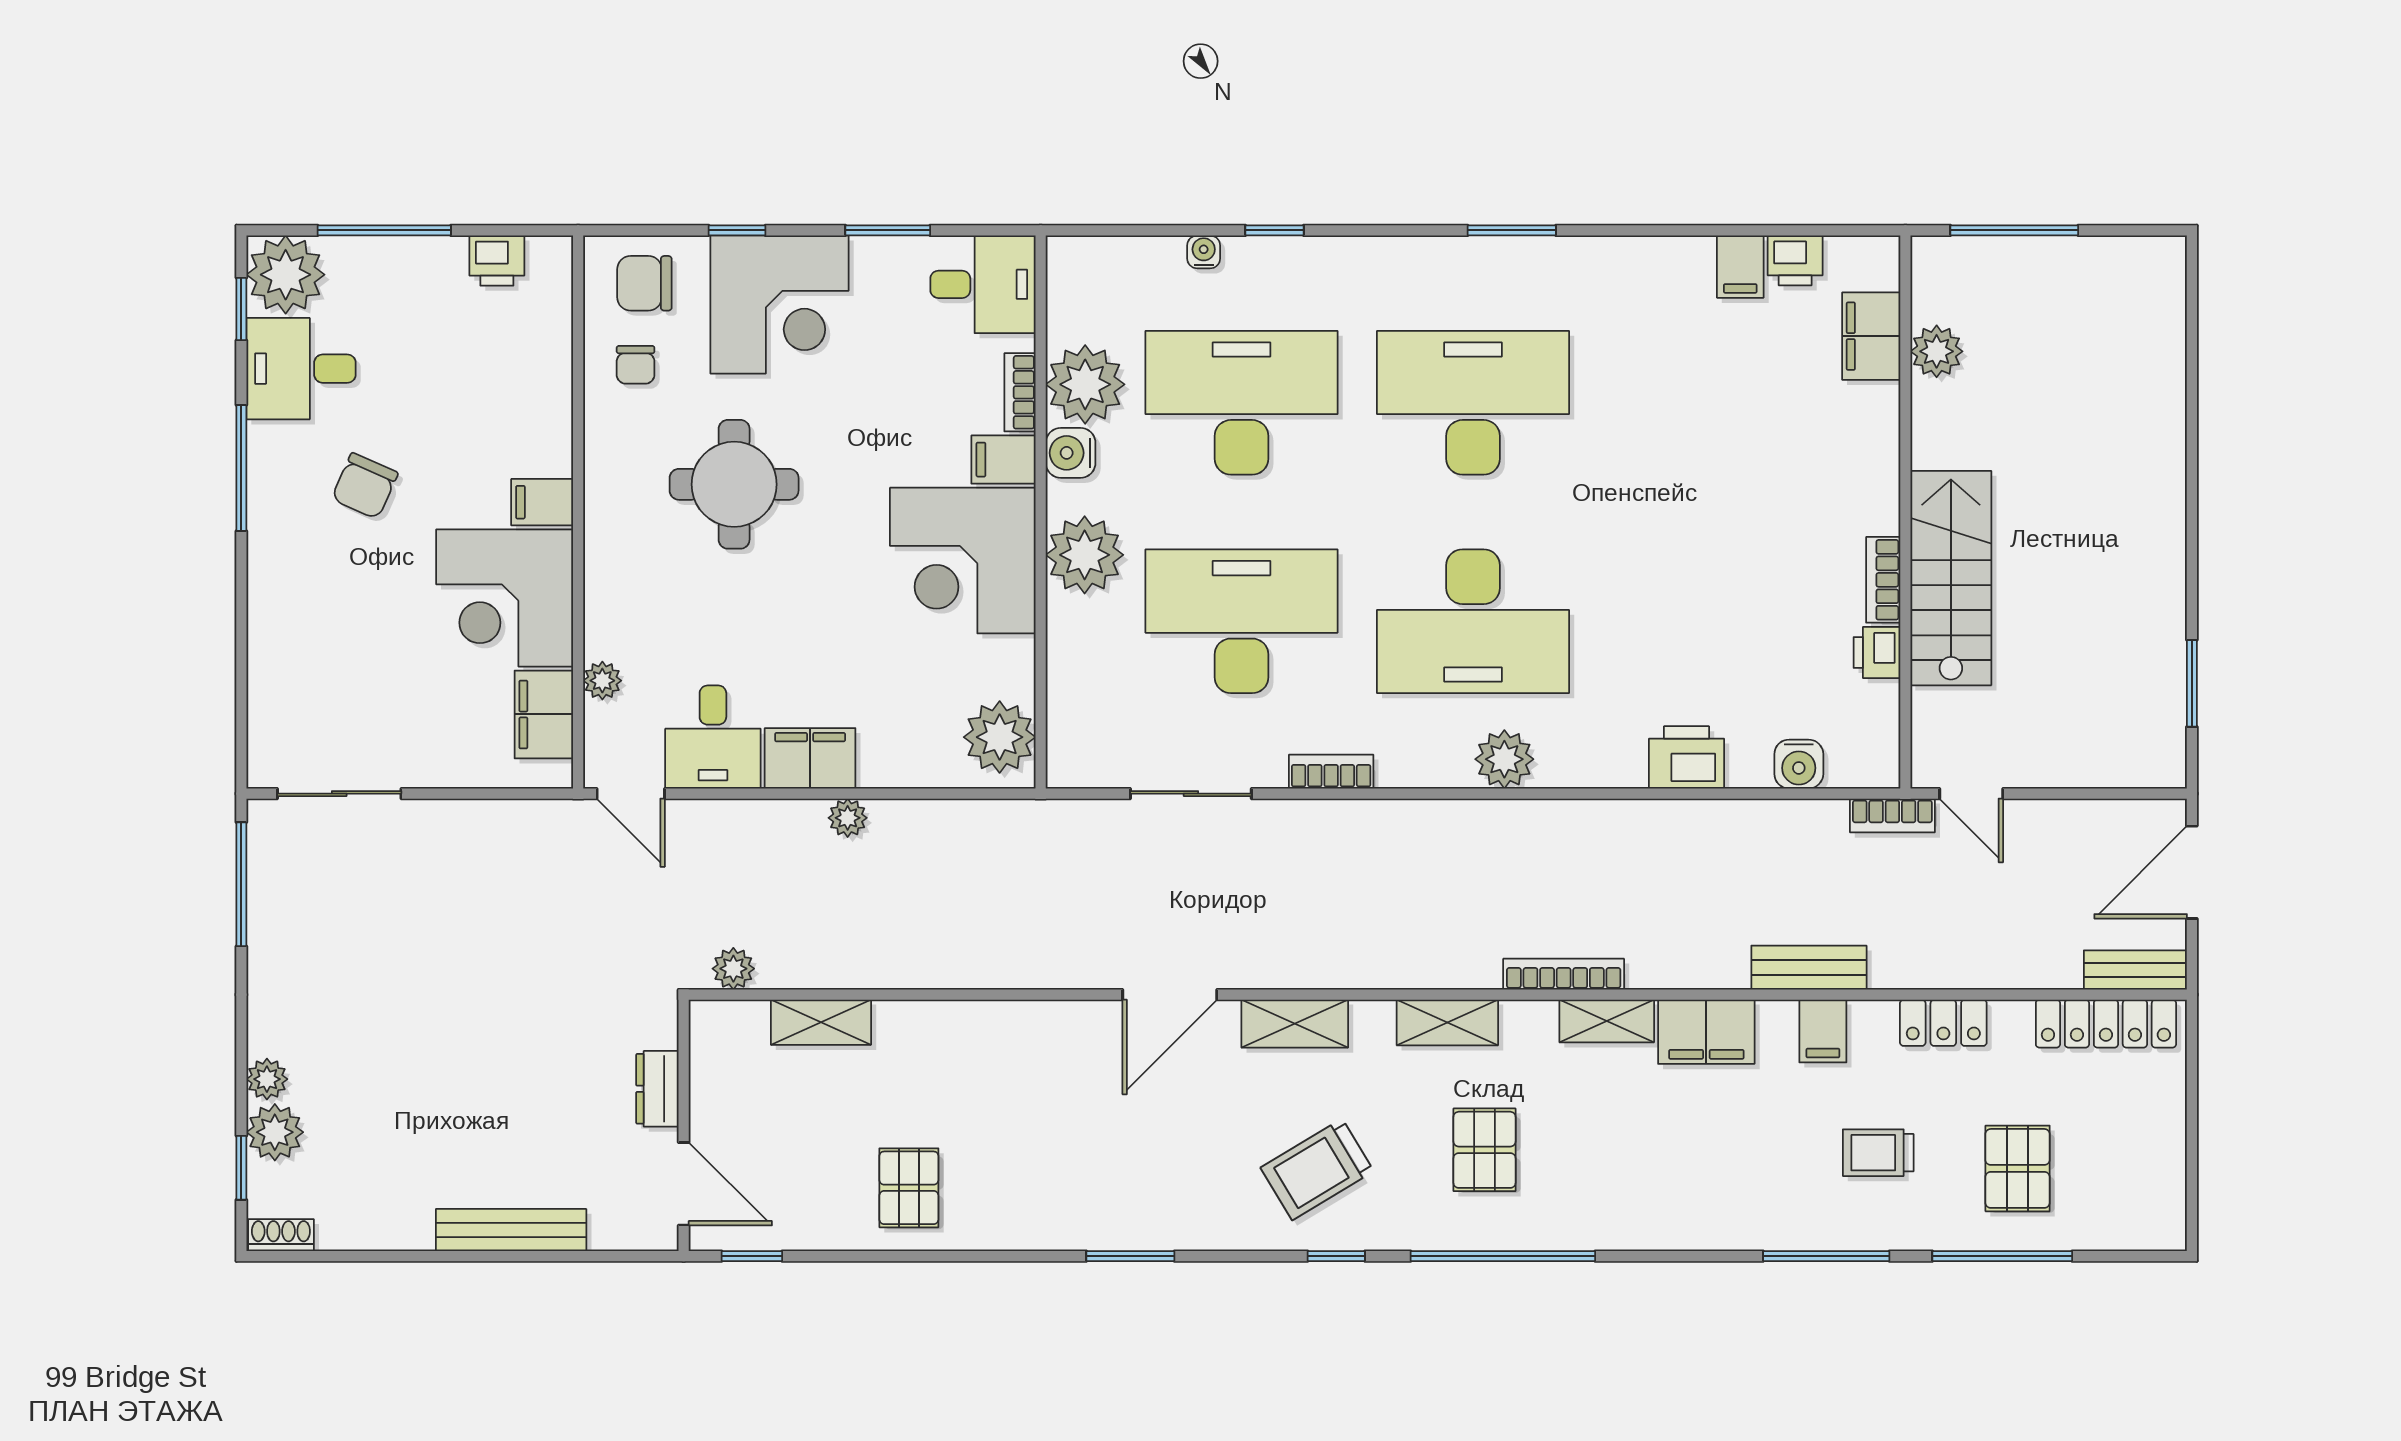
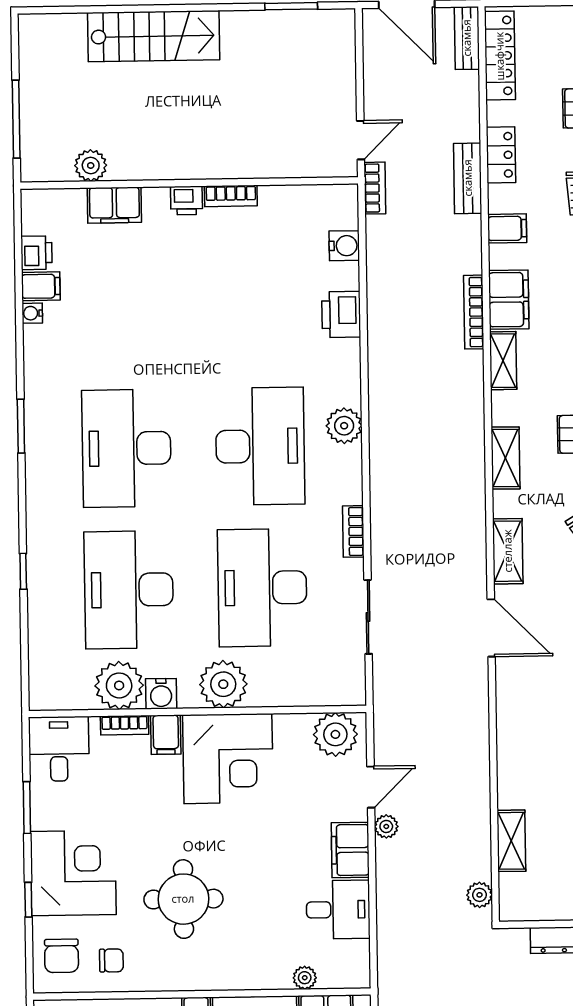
water cooler: (1204, 252) -> (32, 313), moved
filing cabinet: (1871, 336) -> (114, 205), moved
stairs: (1951, 578) -> (154, 36), moved, turned 180
printer: (1877, 652) -> (186, 200), moved
door: (631, 794) -> (371, 787), moved
bench: (1809, 968) -> (468, 178), moved
bookcase: (1564, 974) -> (474, 312), moved

